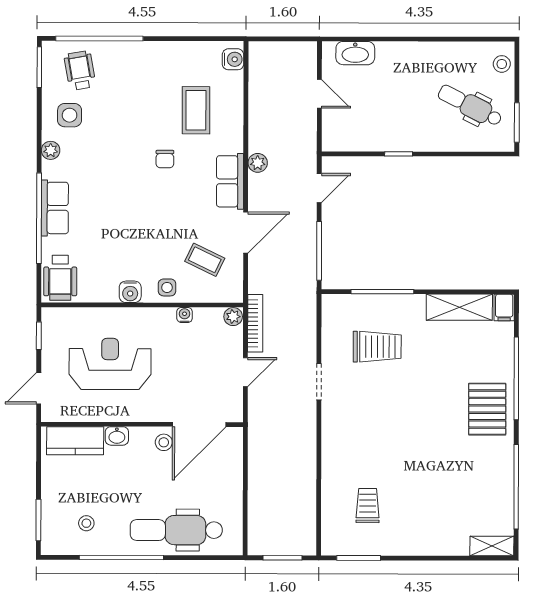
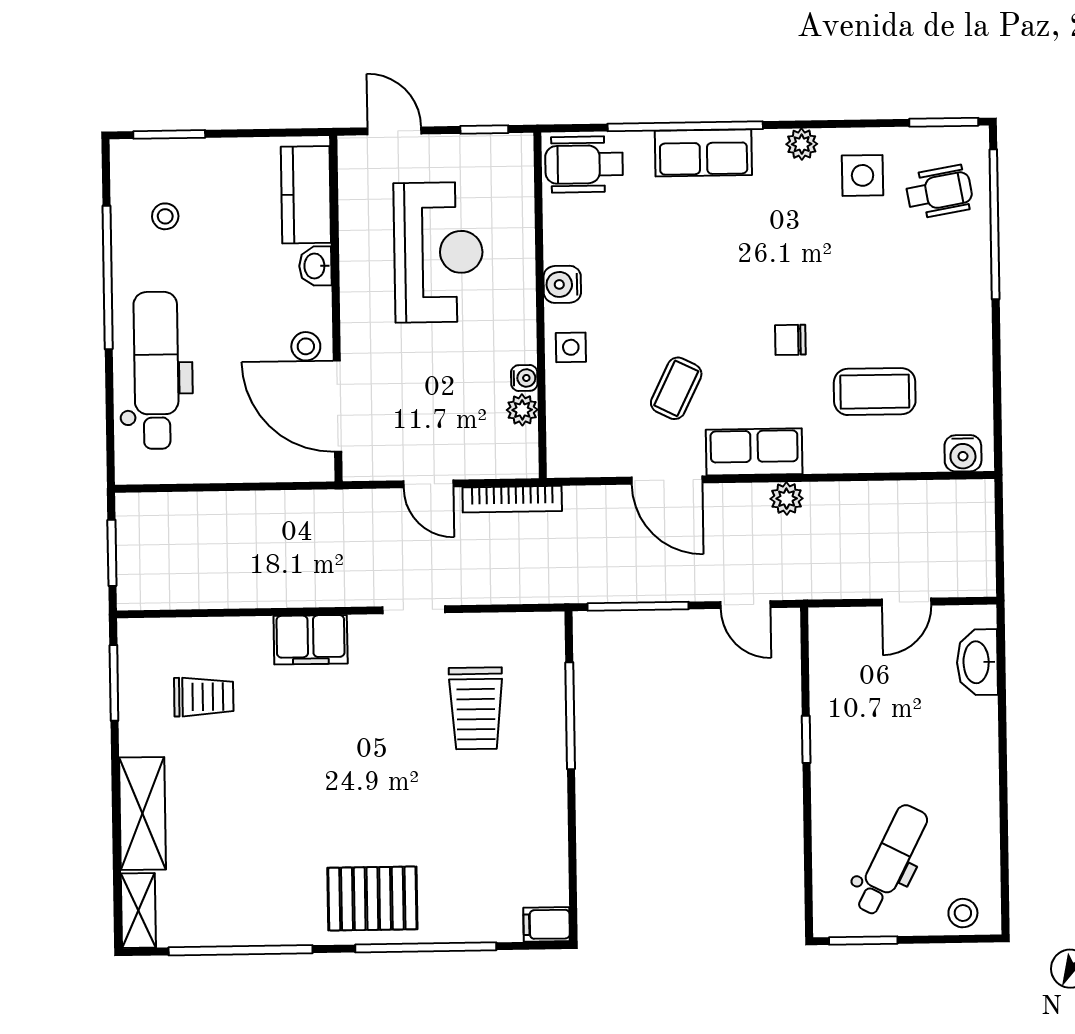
coffee table: (205, 260) -> (676, 388), moved
shelving: (459, 307) -> (143, 813), moved
plant: (233, 317) -> (522, 410), moved
filing cabinet: (335, 443) -> (311, 640), added

